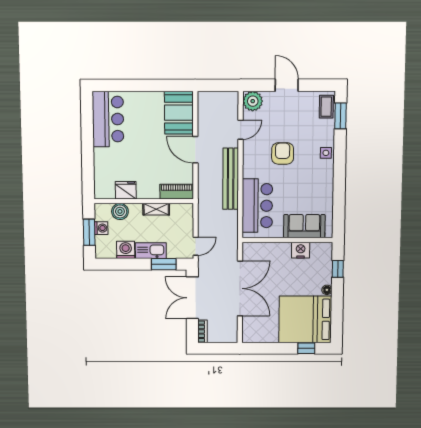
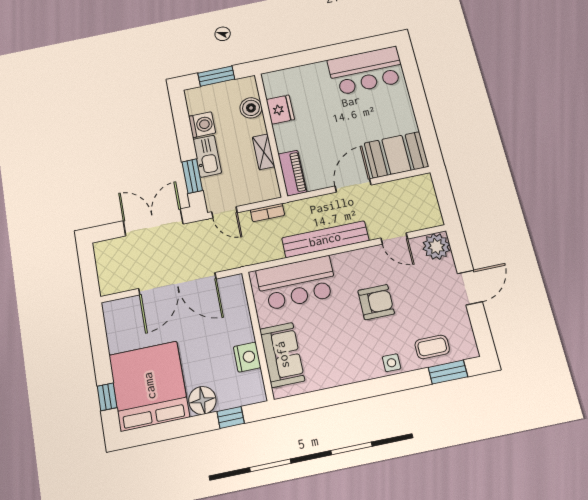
coffee table: (326, 107) -> (432, 347), moved
washing machine: (101, 228) -> (225, 89), removed
floor lamp: (327, 290) -> (202, 400), width x1.89, depth x1.89
bookcase: (203, 331) -> (267, 213), moved

